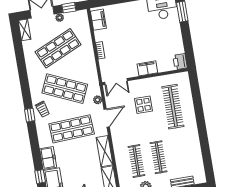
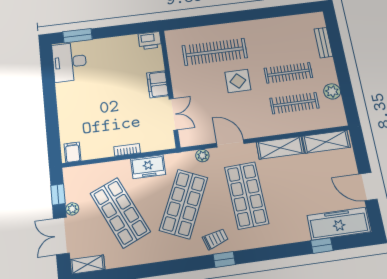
filing cabinet: (98, 20) -> (73, 152), width x0.50
double door: (116, 82) -> (173, 114), moved
display table: (144, 105) -> (238, 81), moved
freezer: (48, 158) -> (148, 167), moved, turned 180

